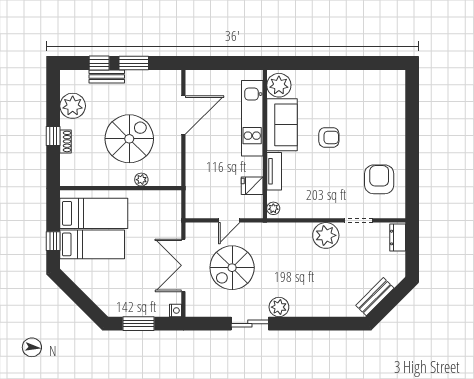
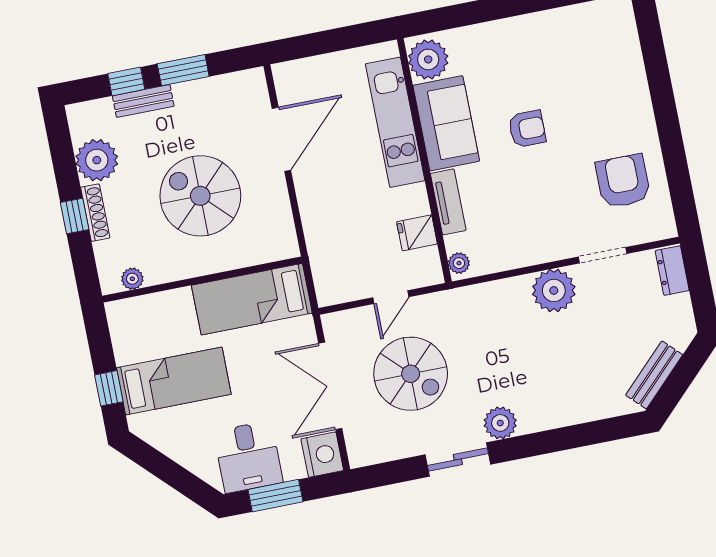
spiral stairs: (129, 139) -> (200, 196), turned -90
shoe rack: (66, 141) -> (95, 213), width x1.43
plant: (141, 180) -> (132, 279), moved
bed: (94, 213) -> (252, 299), moved, turned 180
spiral stairs: (232, 268) -> (411, 374), turned -90
desk: (127, 298) -> (248, 457), added
nightstand: (175, 311) -> (322, 455), width x1.89, depth x1.79

